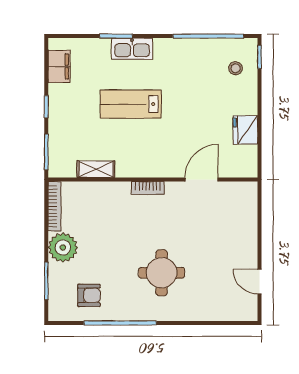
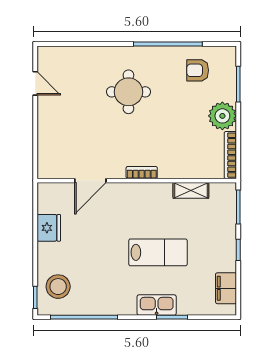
stool: (236, 68) -> (58, 287), width x1.89, depth x1.89

